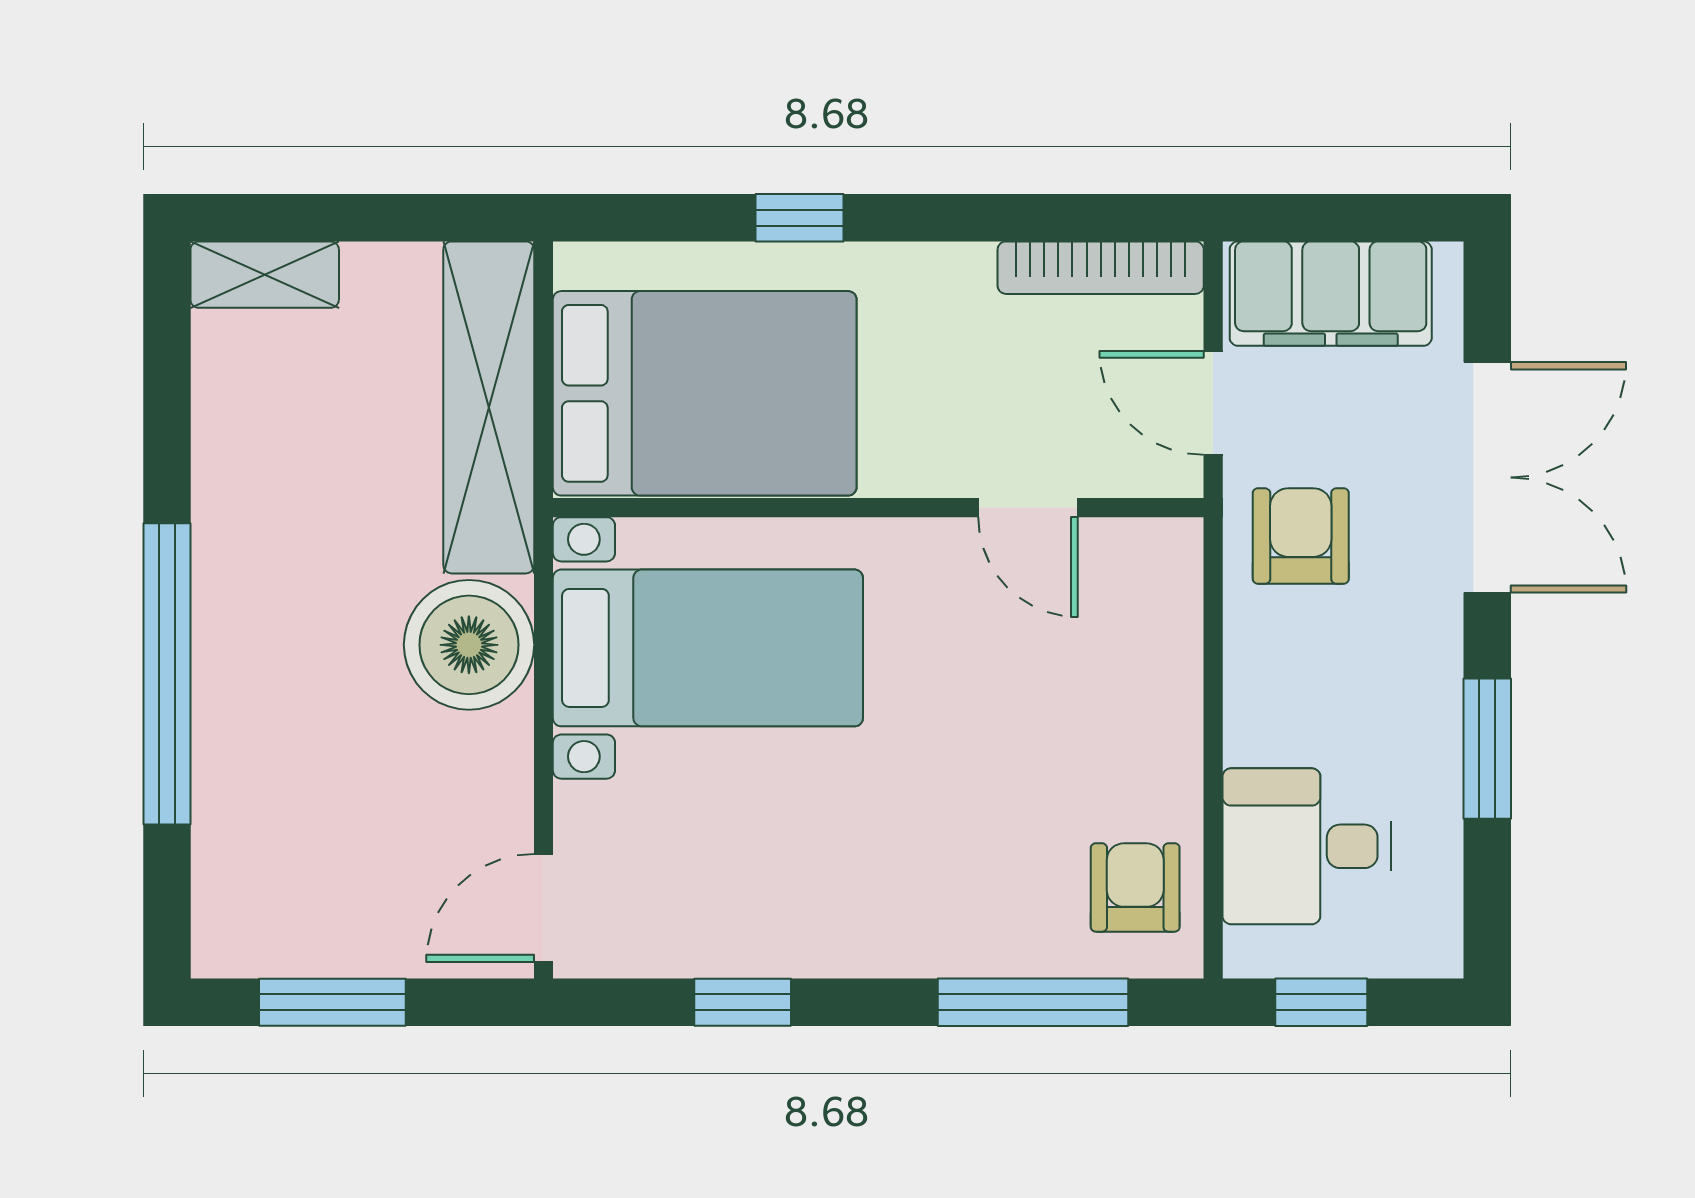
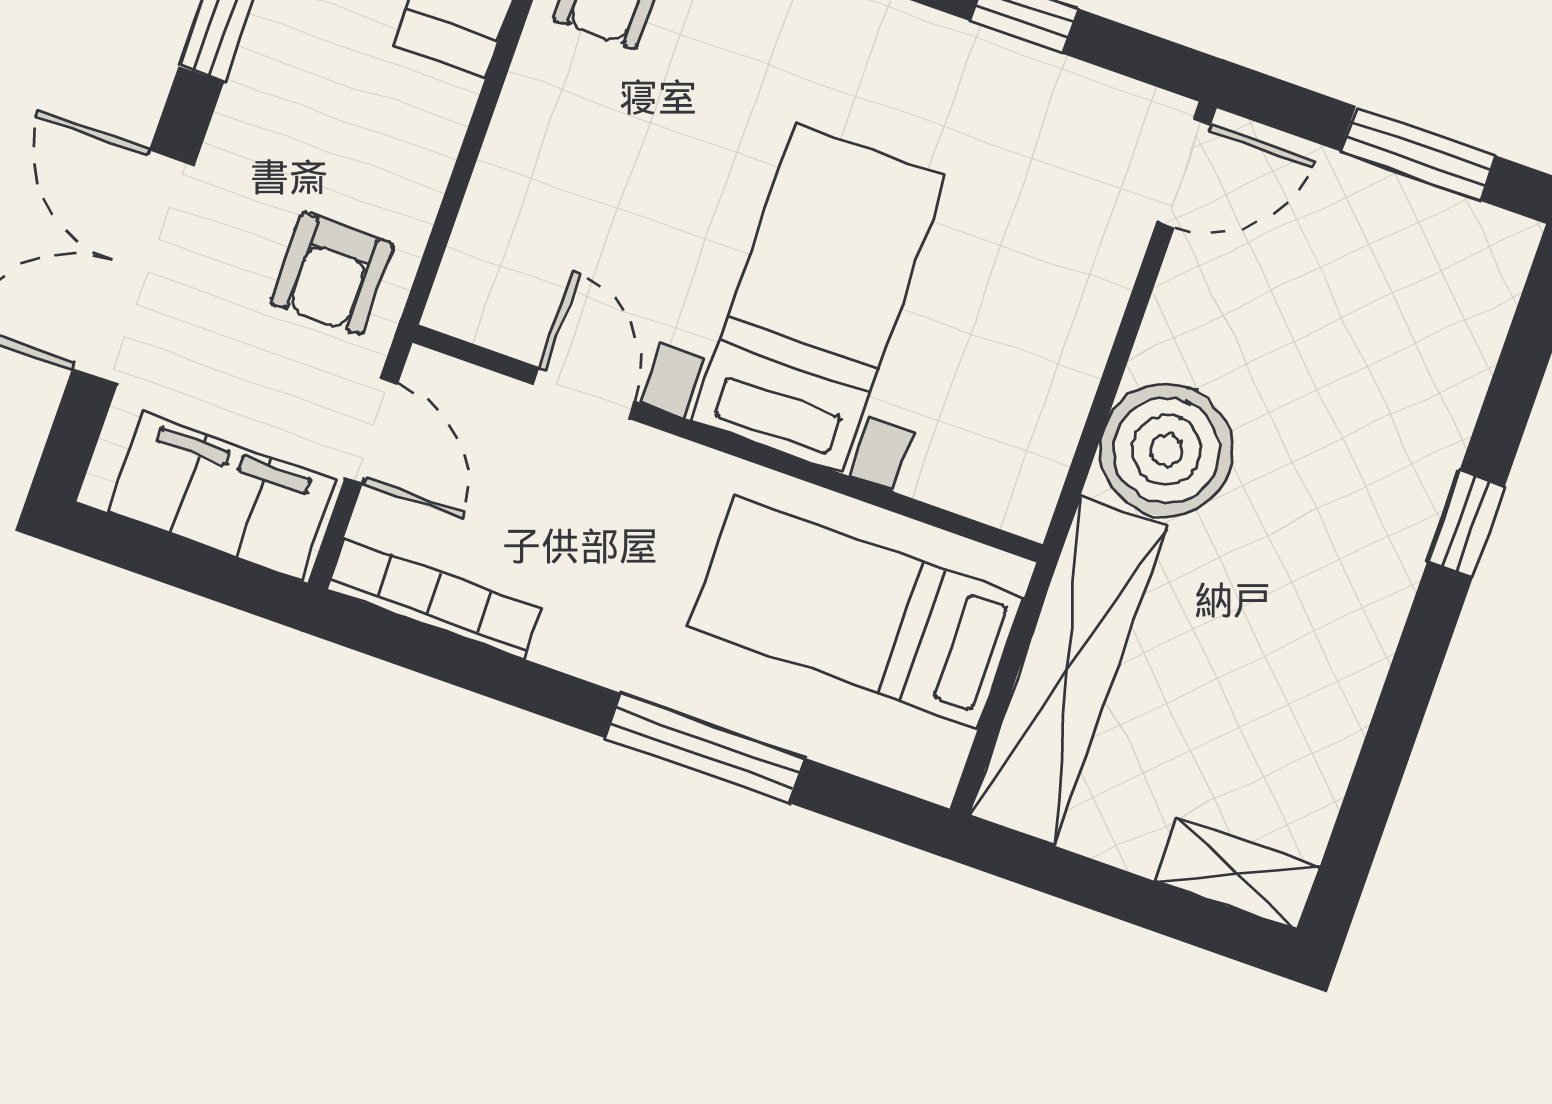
window: (800, 218) -> (705, 748), width x2.17
bed: (705, 393) -> (856, 612), width x0.67
bed with nightstands: (708, 648) -> (819, 298), moved, turned 90
window: (167, 674) -> (1466, 524), width x0.32

